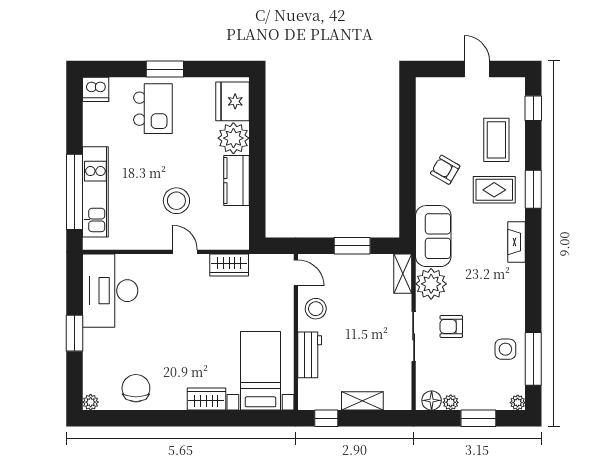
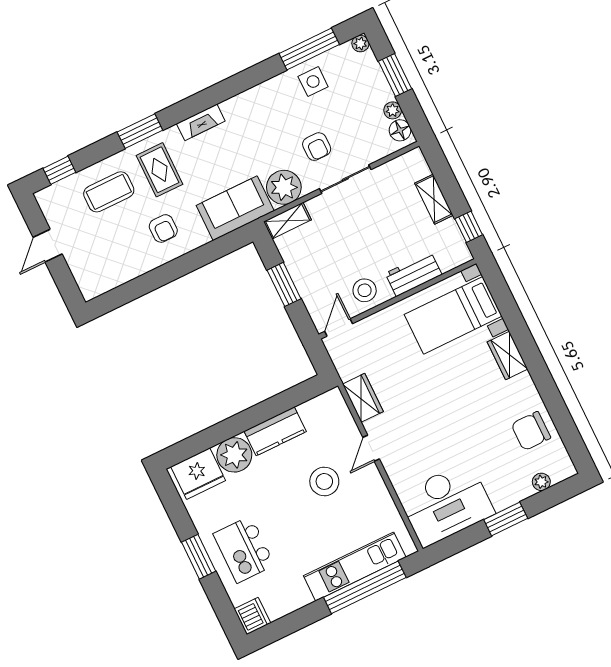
kitchen island: (153, 109) -> (244, 549), turned -90
armchair: (445, 170) -> (163, 228), turned -30
plant: (91, 402) -> (541, 482), moved

